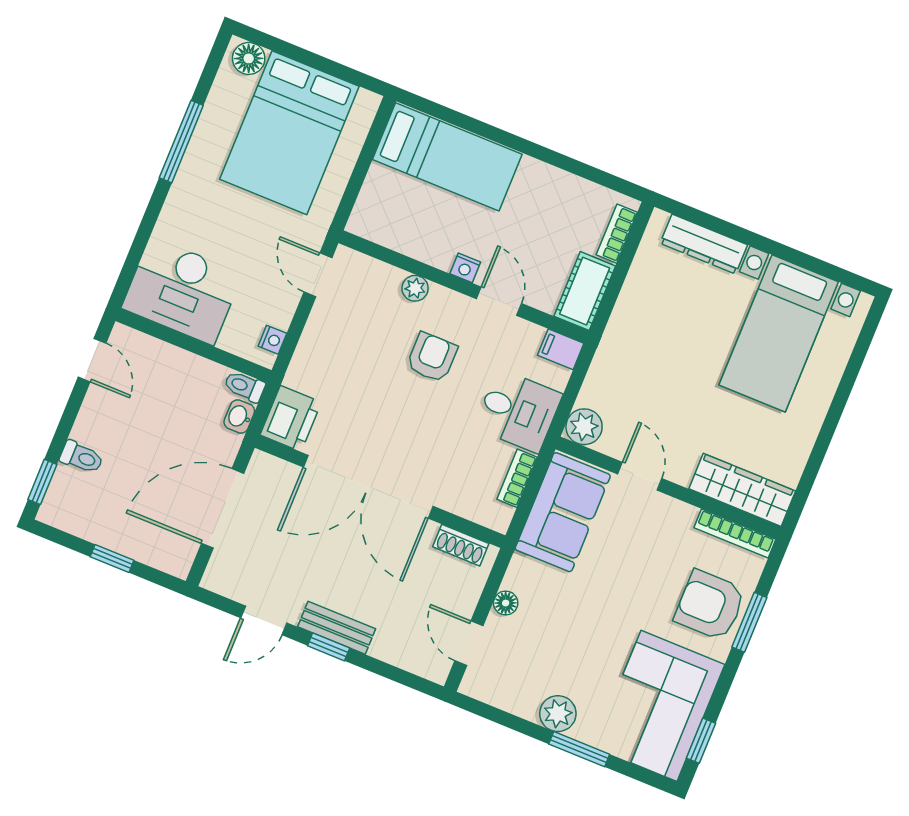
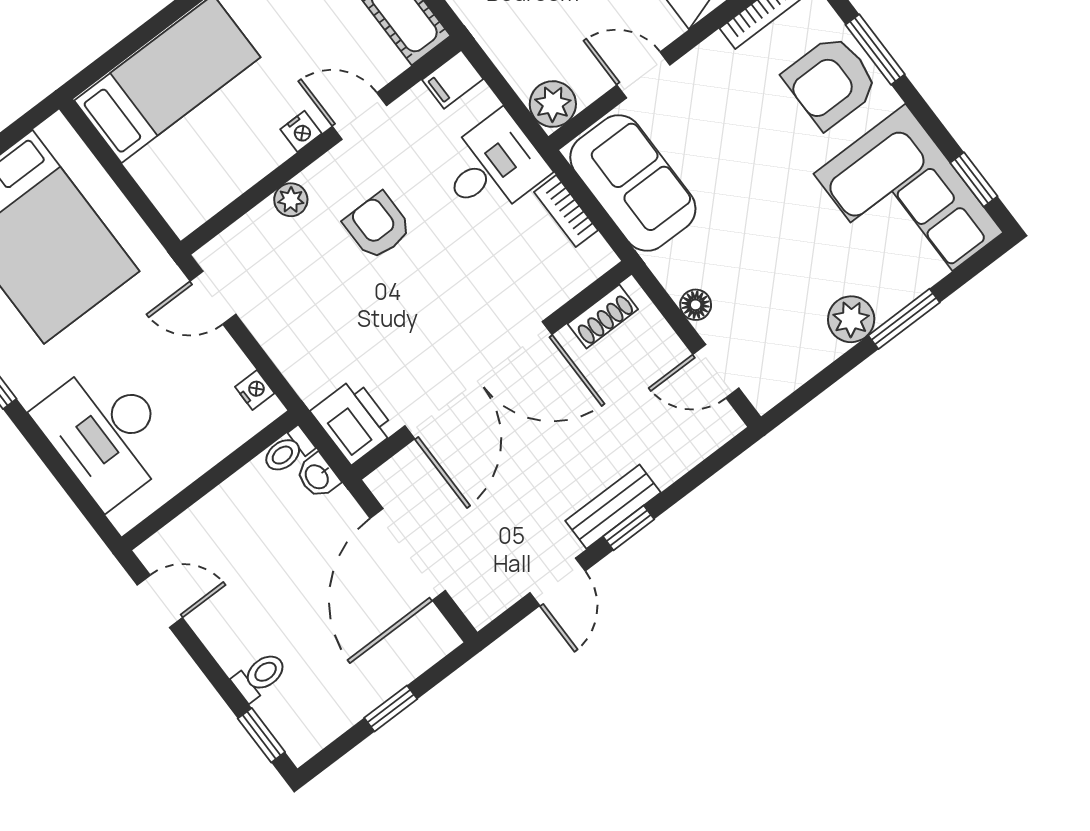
desk: (182, 291) -> (106, 433), moved, turned 90

